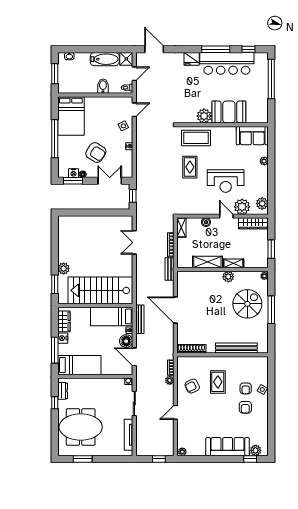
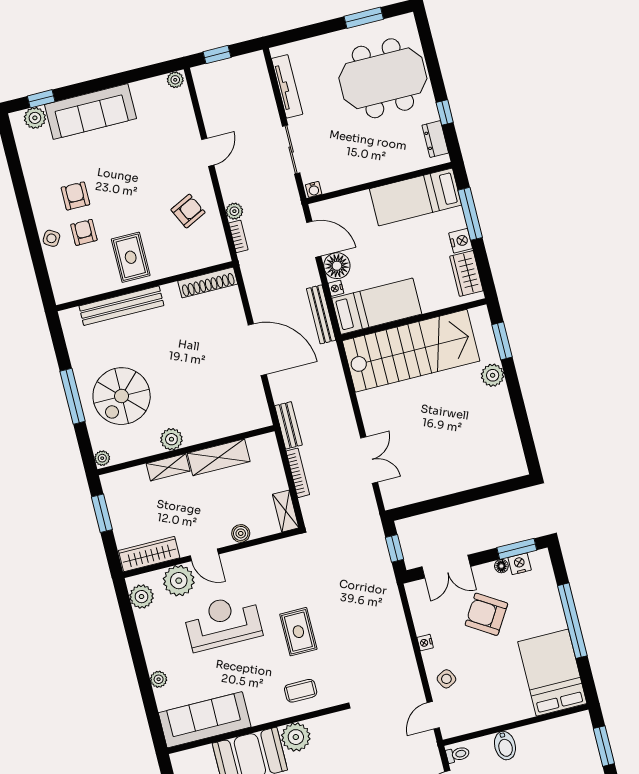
sofa: (252, 136) -> (205, 720), width x1.36
coffee table: (196, 138) -> (301, 691), width x0.54, depth x0.58
rug: (218, 382) -> (131, 257), moved

